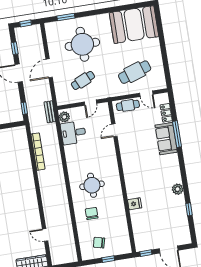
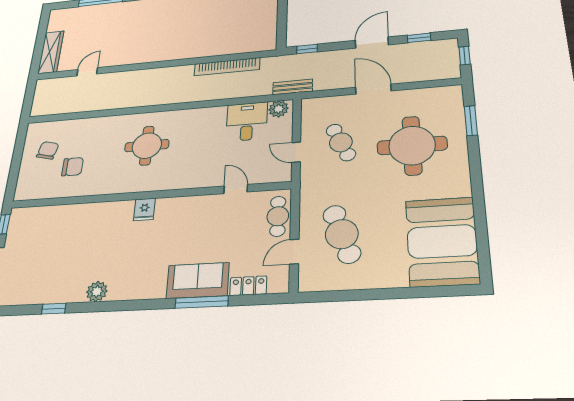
fridge: (135, 204) -> (144, 209), moved
chair: (92, 213) -> (73, 167), moved
window: (108, 259) -> (16, 163), removed

